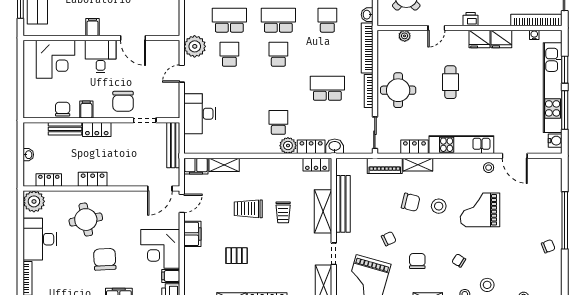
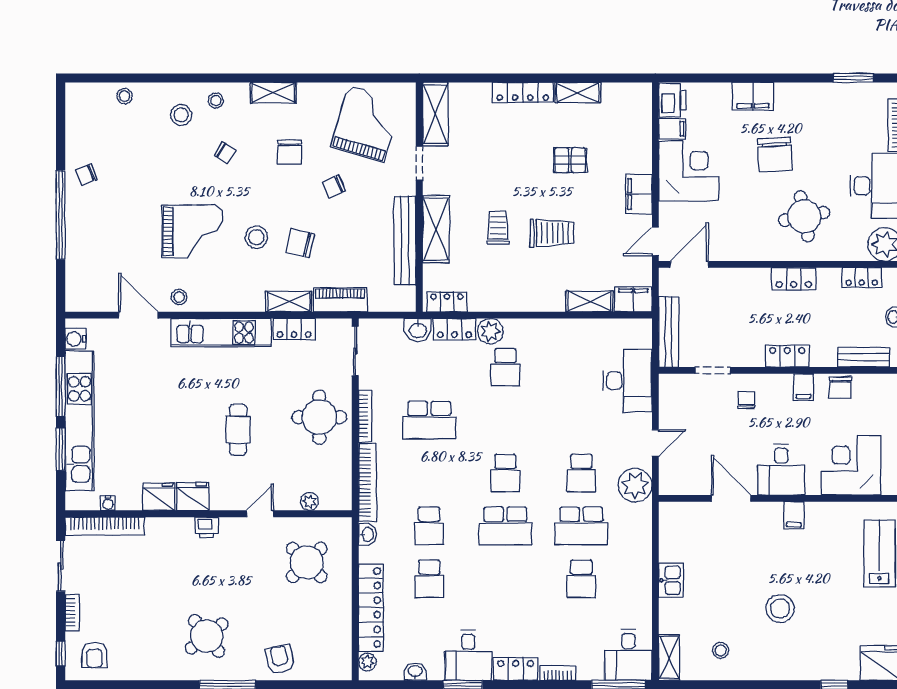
chair: (123, 101) -> (746, 400), width x0.54, depth x0.54
bench: (65, 129) -> (863, 357), moved

